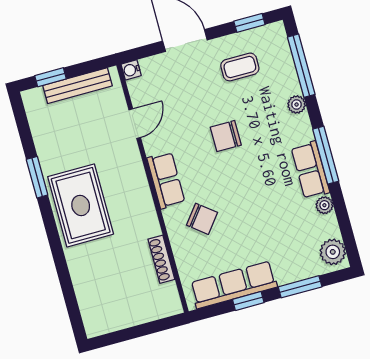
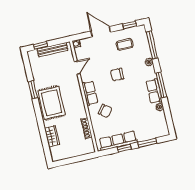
plant: (333, 252) -> (162, 128), removed
wardrobe: (85, 281) -> (52, 136), added

